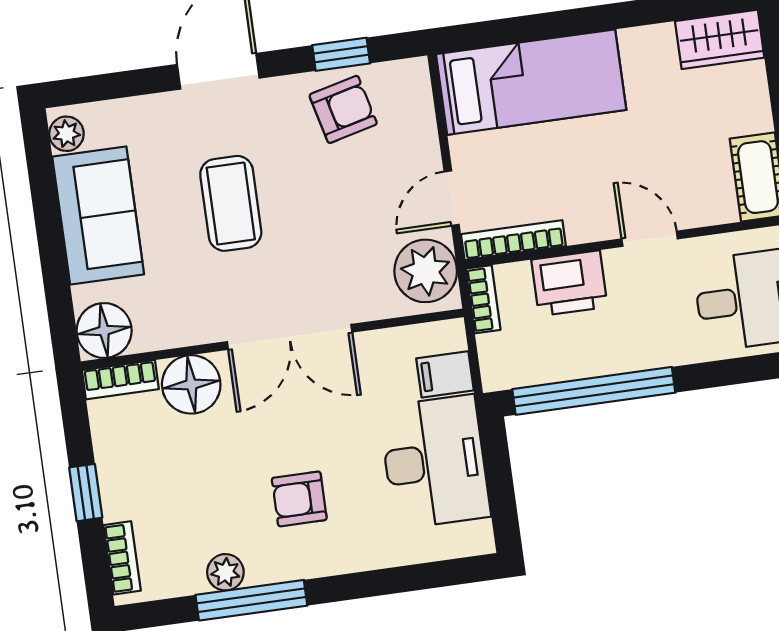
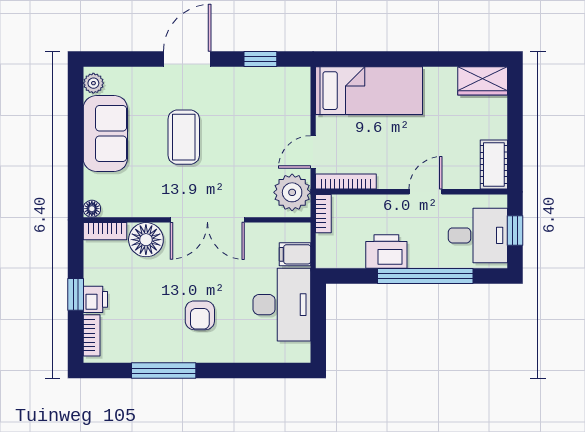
armchair: (343, 109) -> (257, 91), removed
door: (650, 239) -> (426, 192), hinge flipped
printer: (569, 283) -> (386, 252), moved, turned 180
floor lamp: (104, 331) -> (92, 209), width x0.53, depth x0.53
window: (594, 391) -> (425, 276), moved
printer: (120, 497) -> (95, 299), added
armchair: (299, 499) -> (200, 315), turned -90
plant: (225, 572) -> (151, 352), removed

